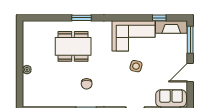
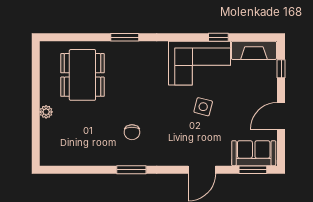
window: (159, 18) -> (218, 37), moved
window: (190, 40) -> (281, 69), width x0.46
dining table: (73, 46) -> (82, 75), moved, turned 90

